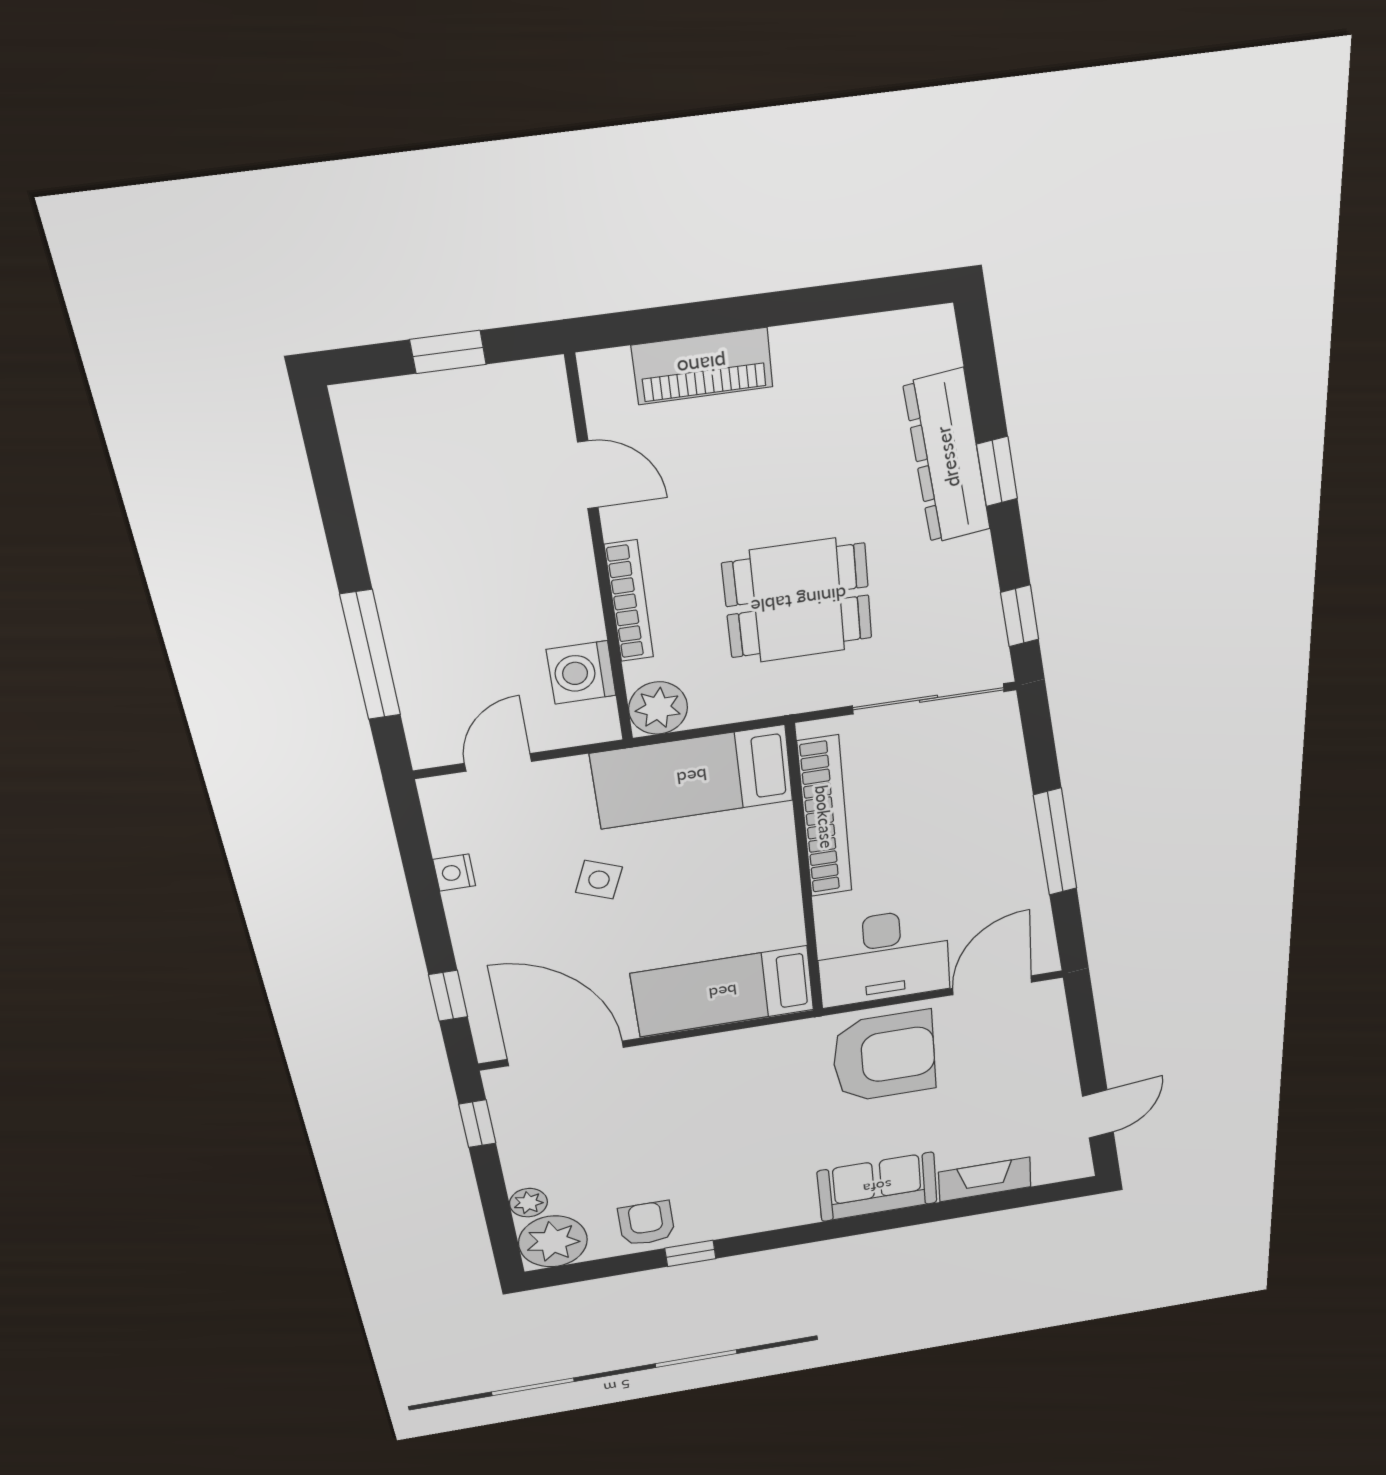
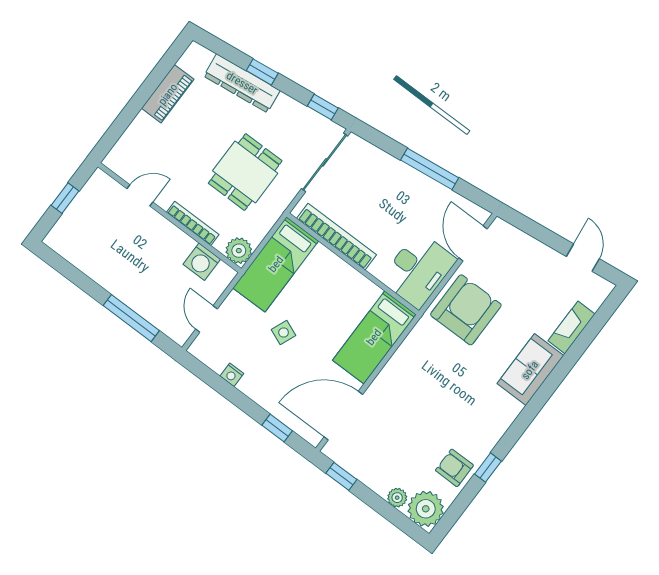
piano: (702, 366) -> (168, 94), moved

